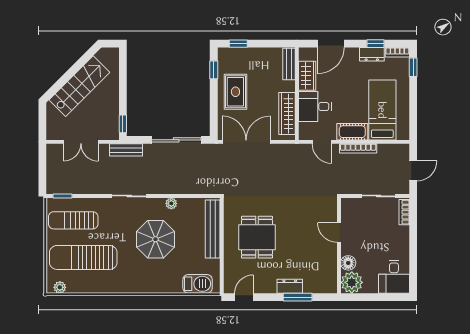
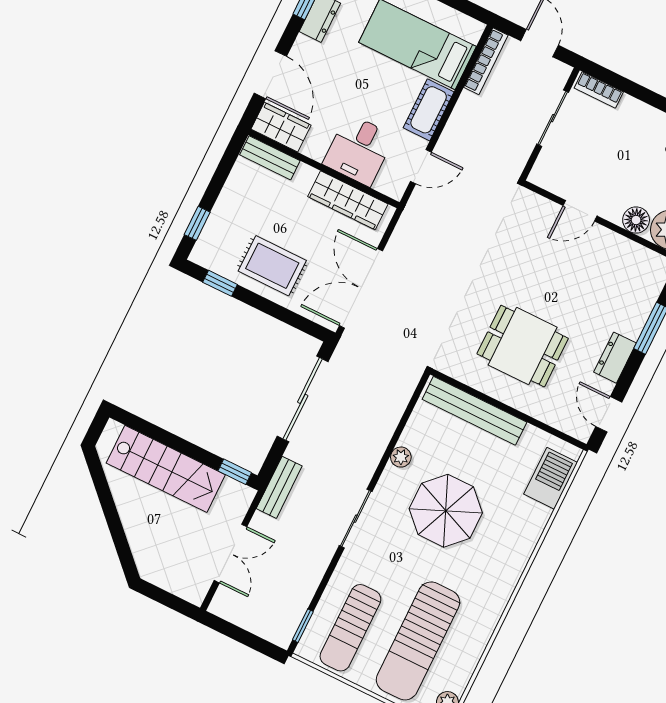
wardrobe: (307, 76) -> (281, 127), moved
stairs: (79, 86) -> (166, 469), moved, turned 135
bookcase: (358, 148) -> (486, 61), moved
dresser: (290, 286) -> (615, 358), moved

